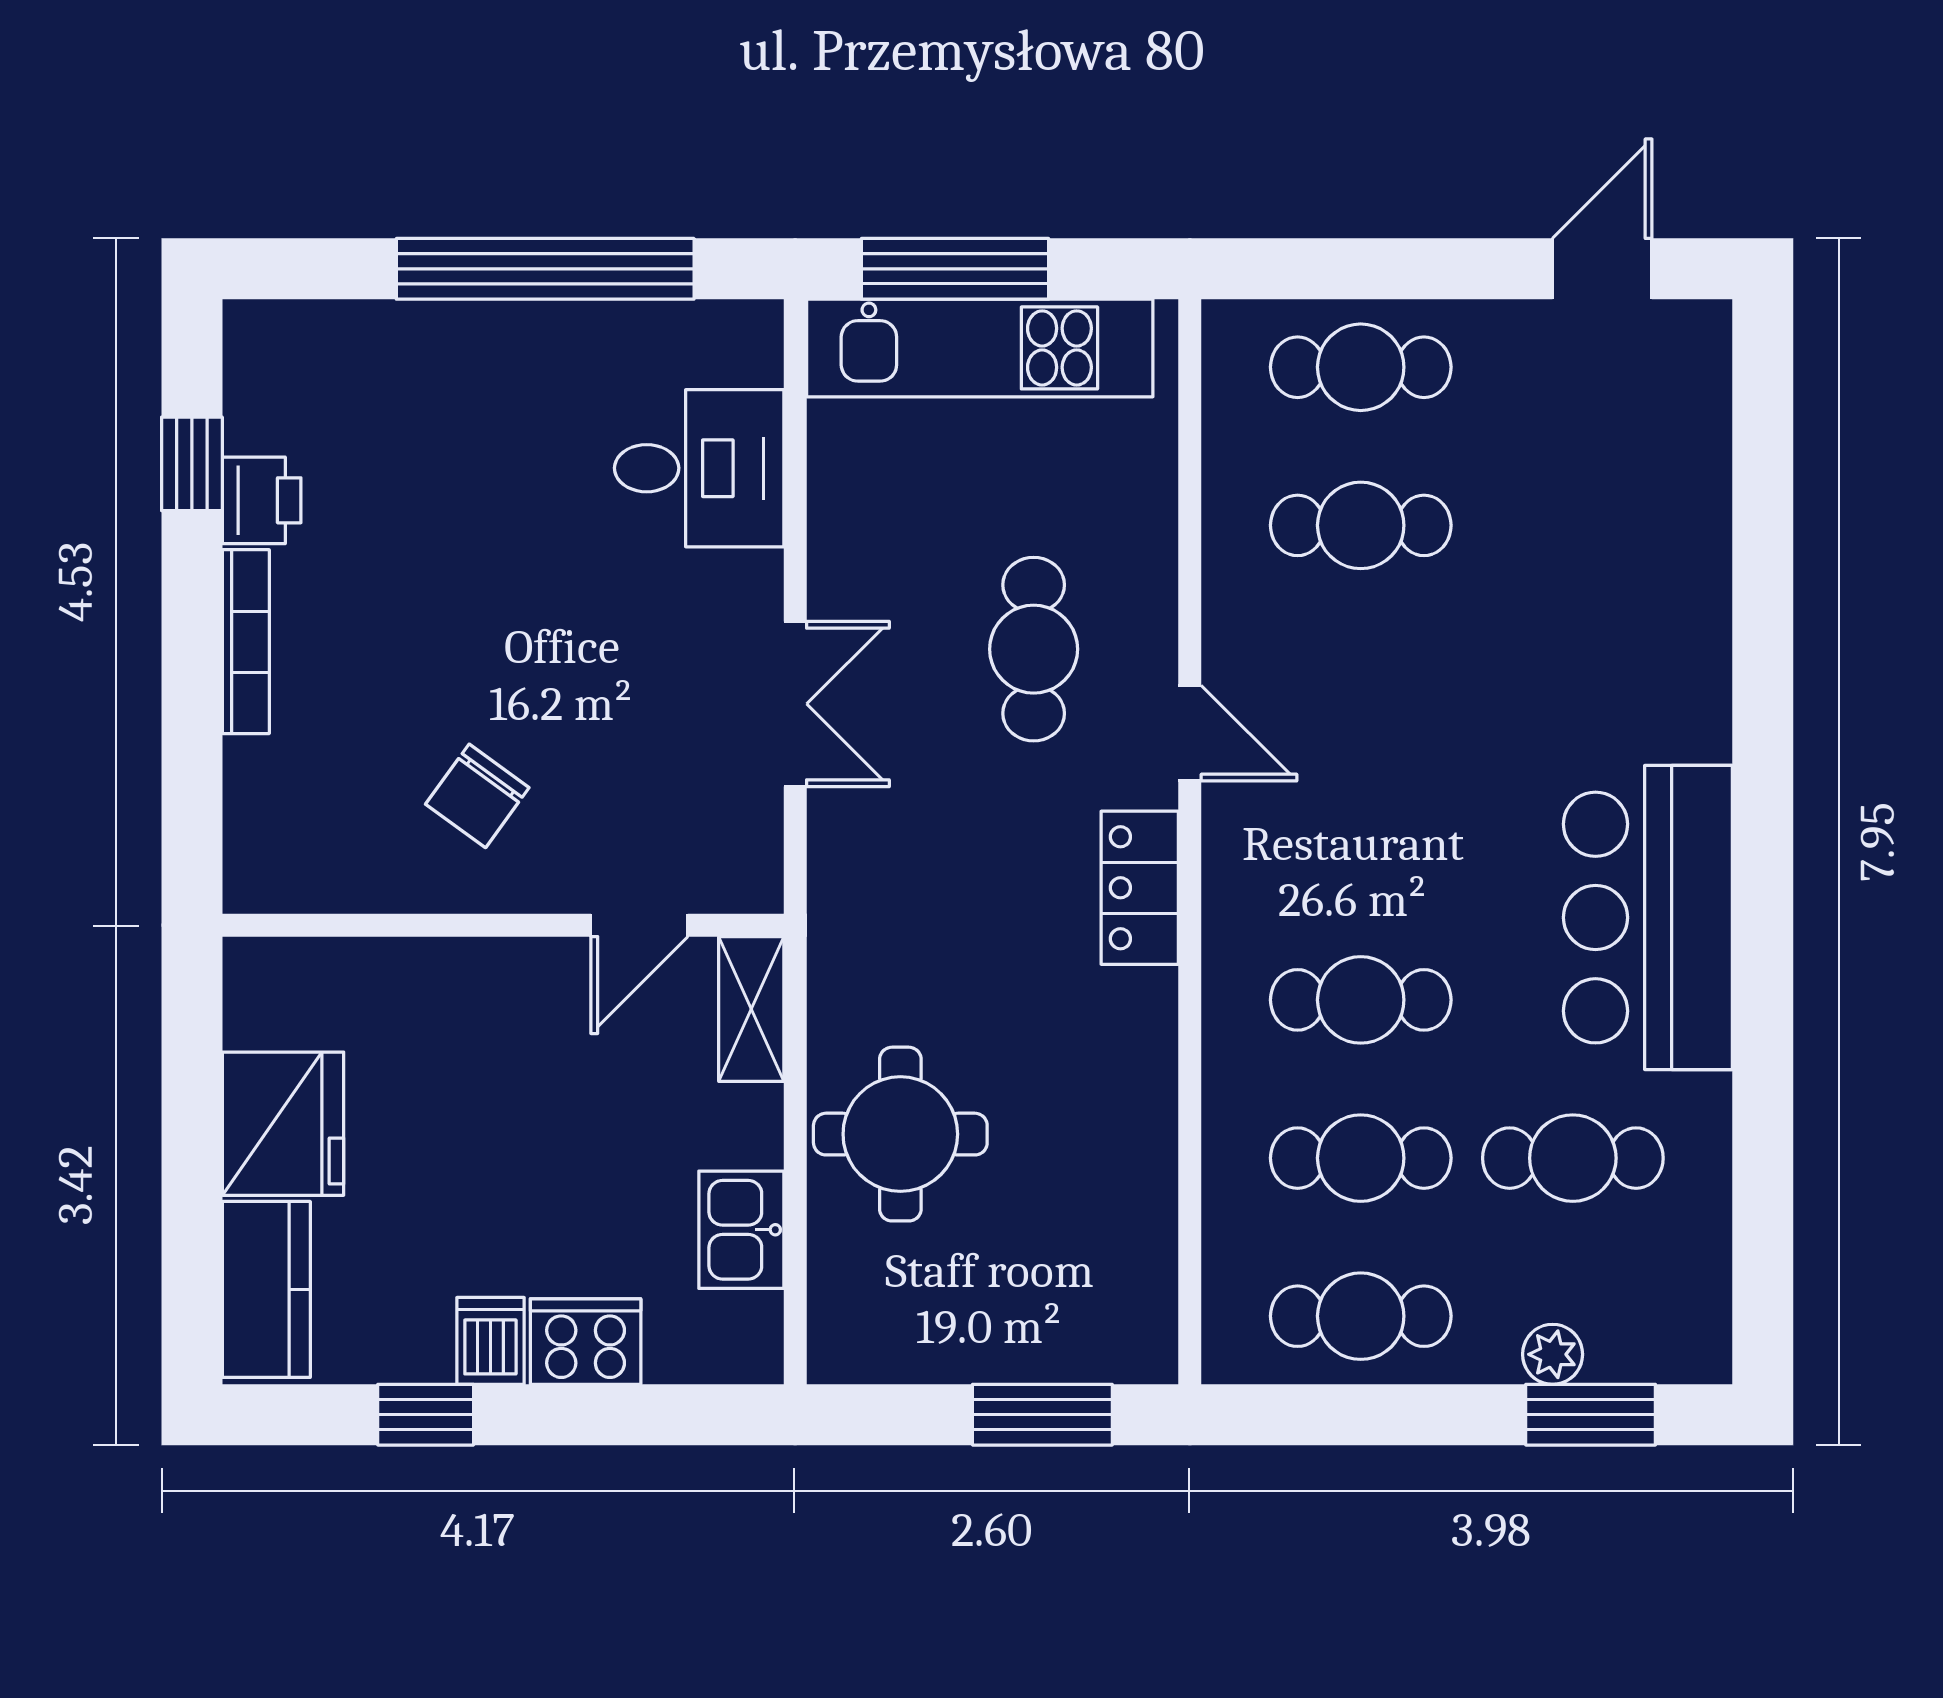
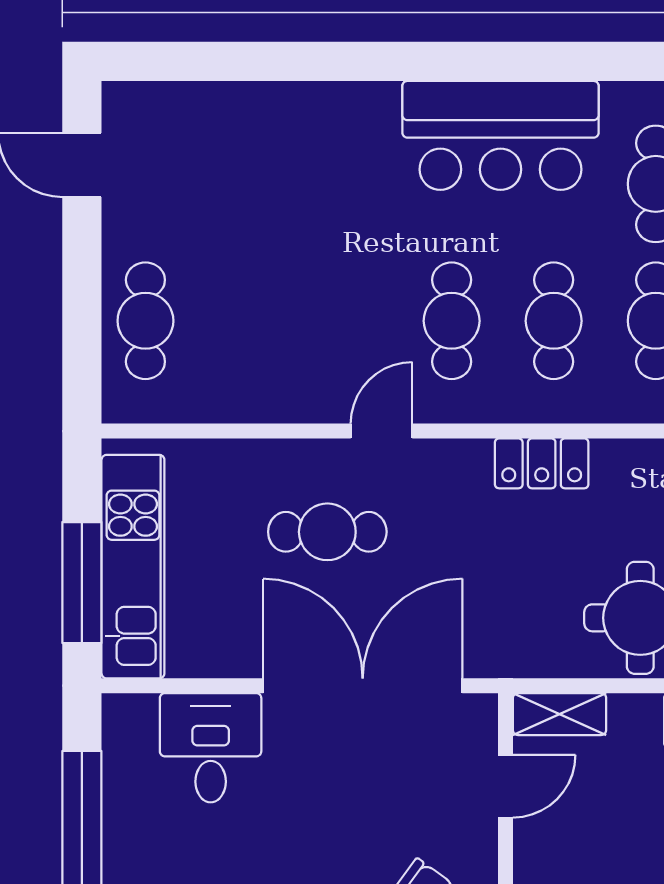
cafe table: (1361, 525) -> (452, 321), moved
double door: (795, 704) -> (363, 686), width x1.87
locker: (1140, 888) -> (542, 463), moved
door: (639, 925) -> (505, 786), hinge flipped

